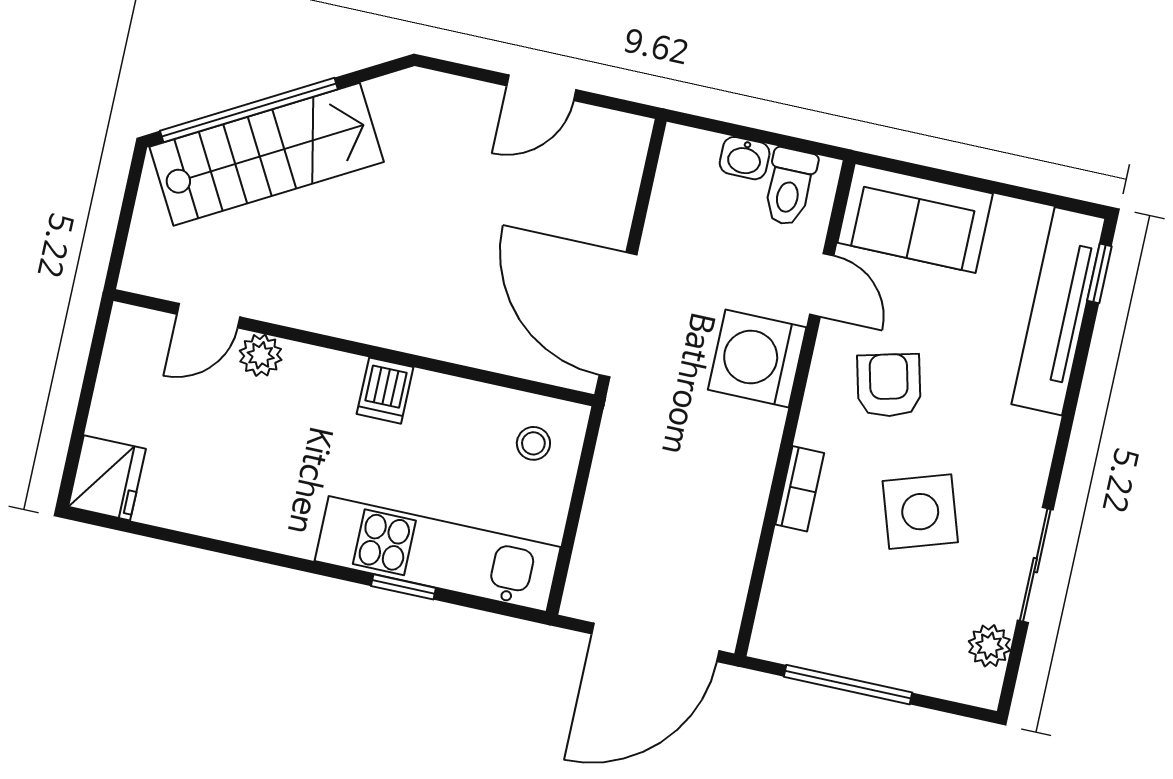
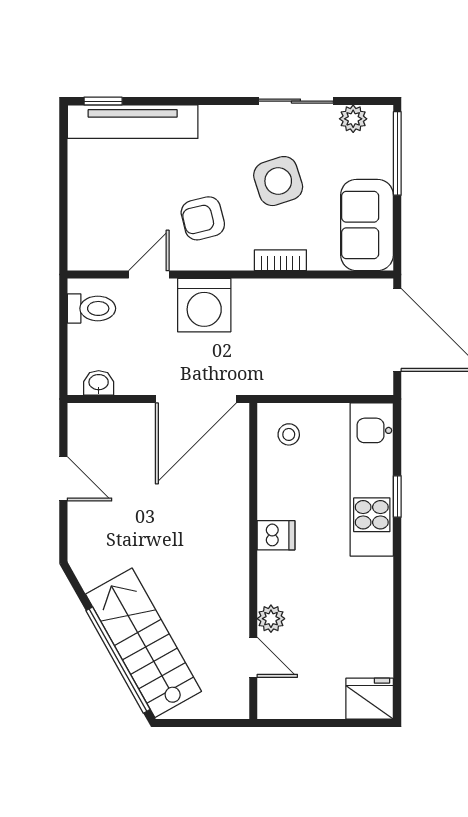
washbasin: (745, 158) -> (99, 383), moved, turned -90
sofa: (915, 218) -> (367, 225), moved, turned 180
window: (848, 685) -> (397, 153), moved

